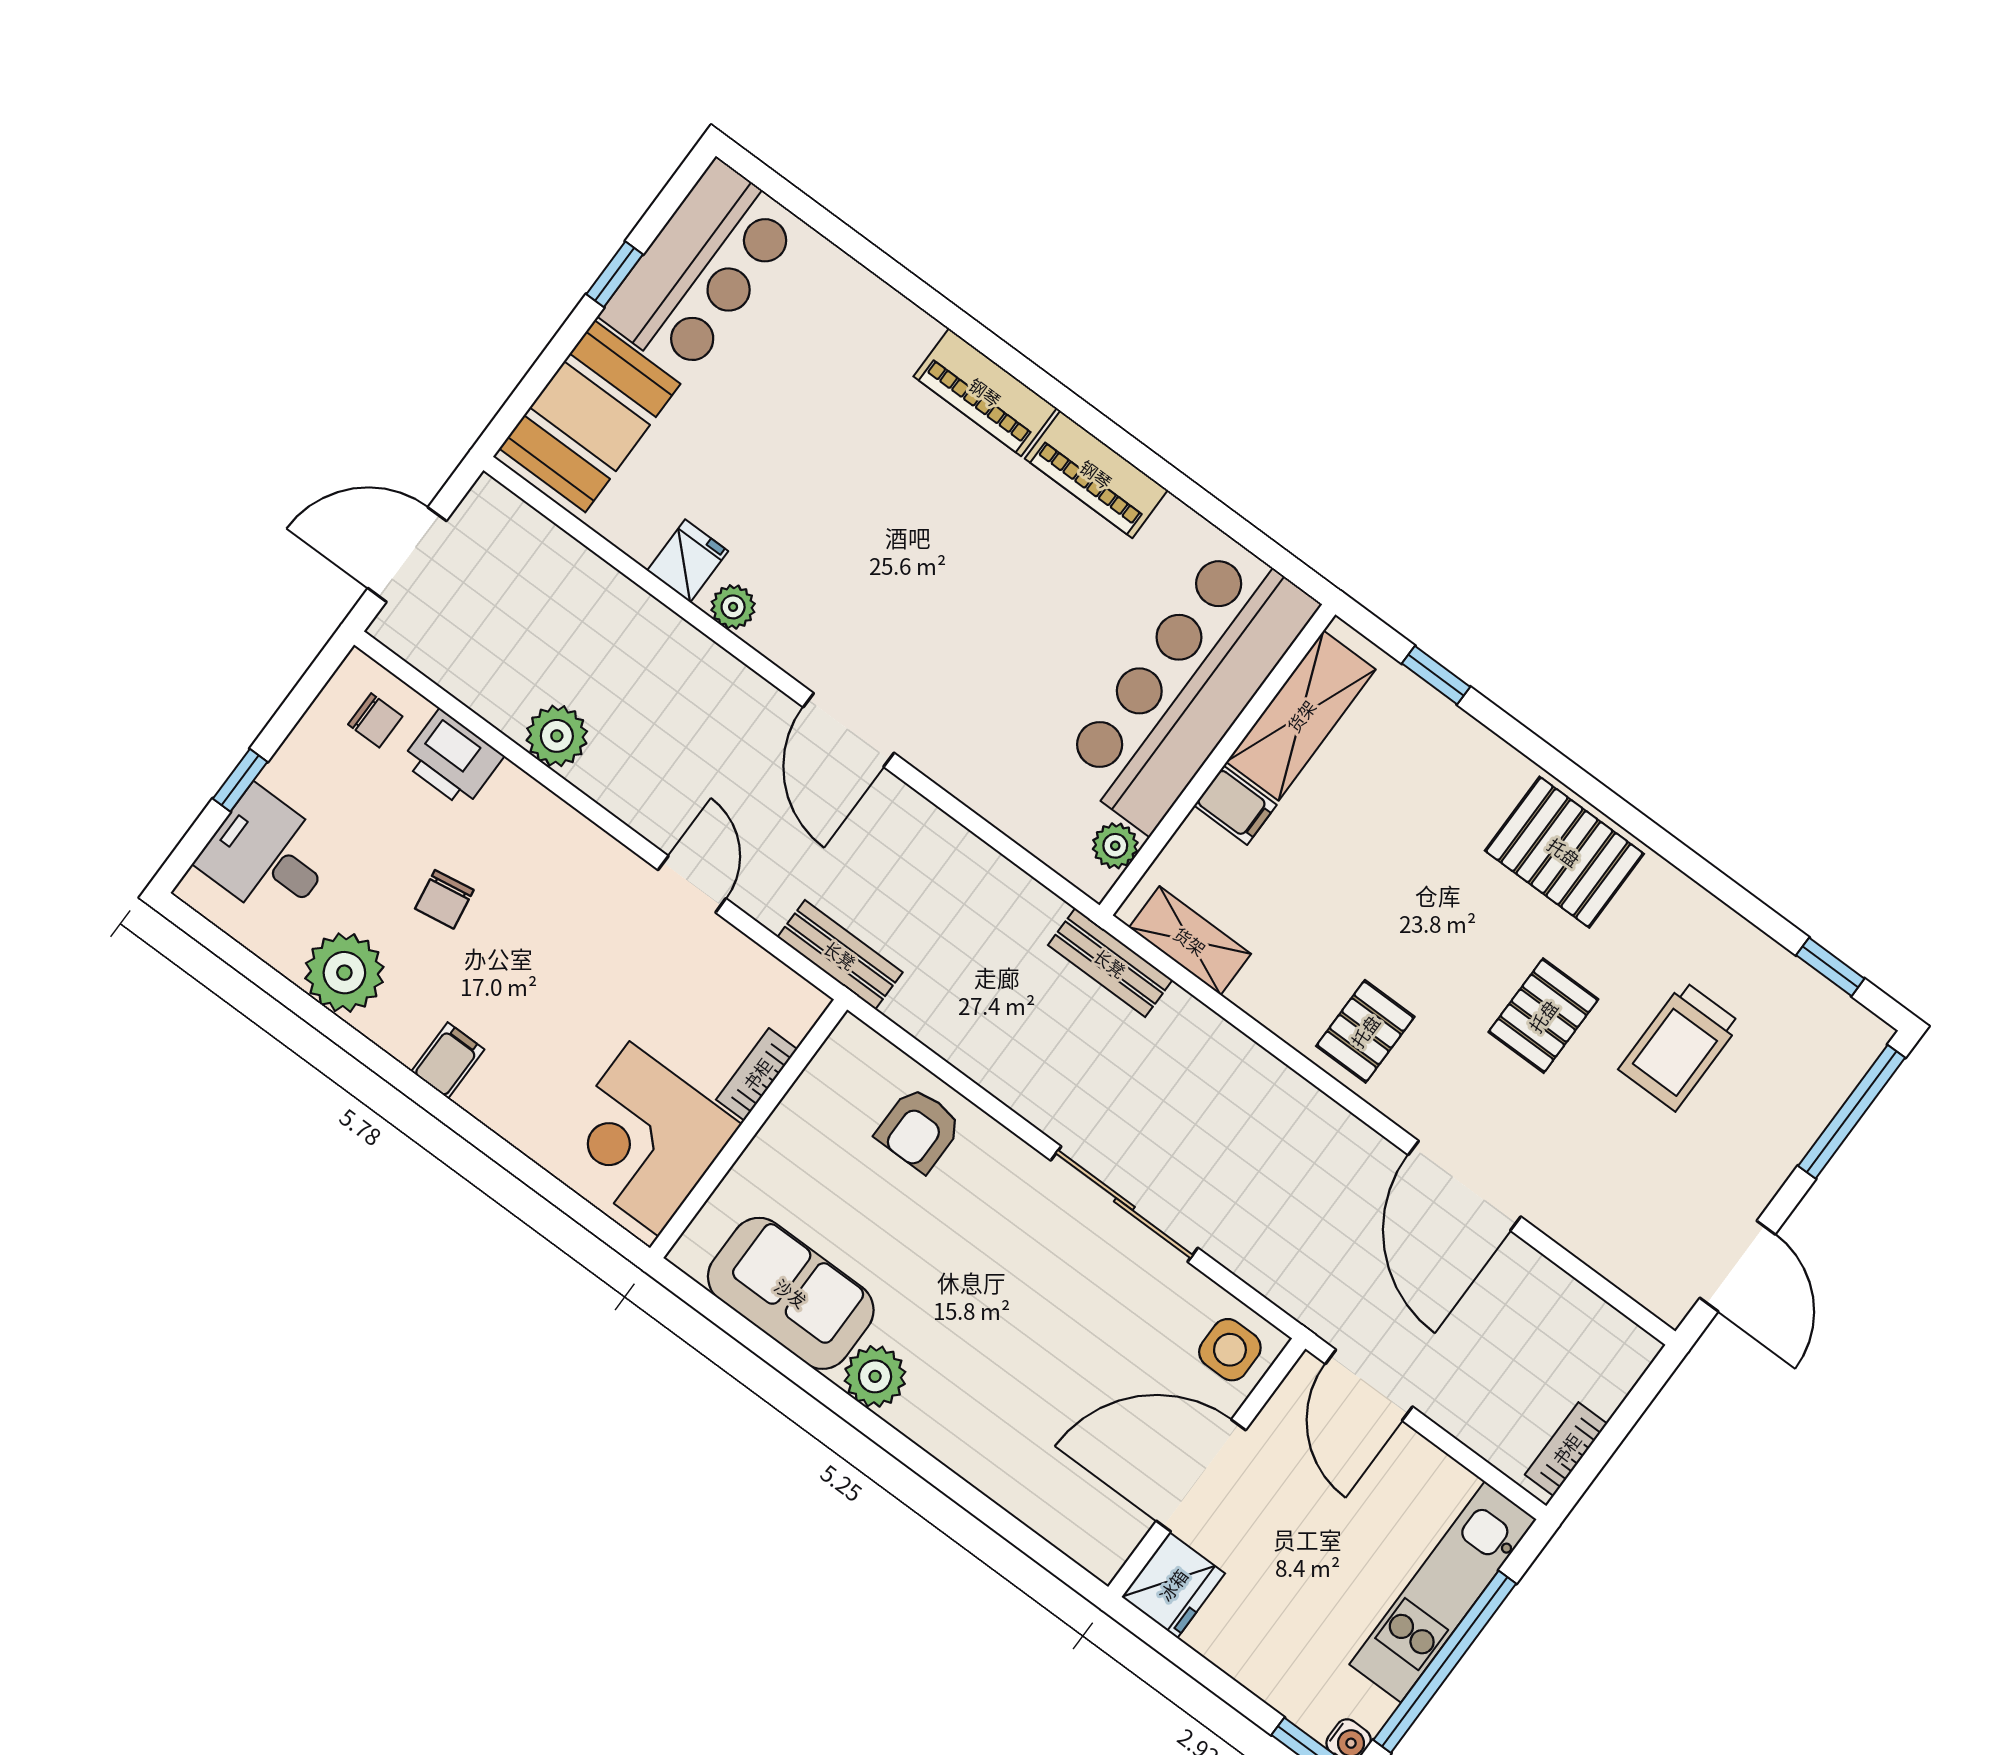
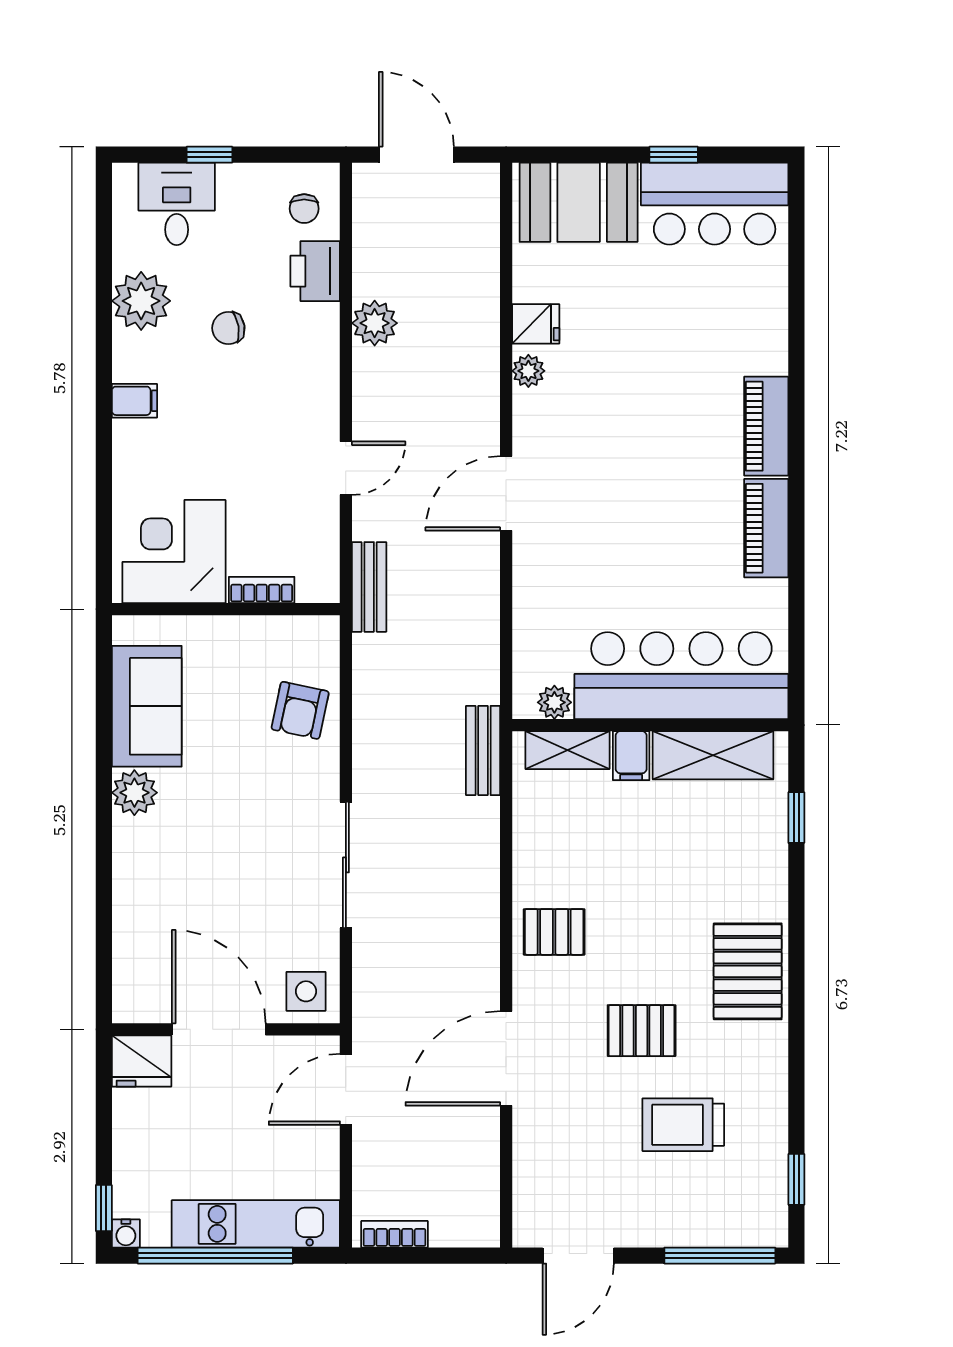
shelving: (1190, 941) -> (567, 750), moved, turned 90
armchair: (919, 1130) -> (300, 710), turned -78

